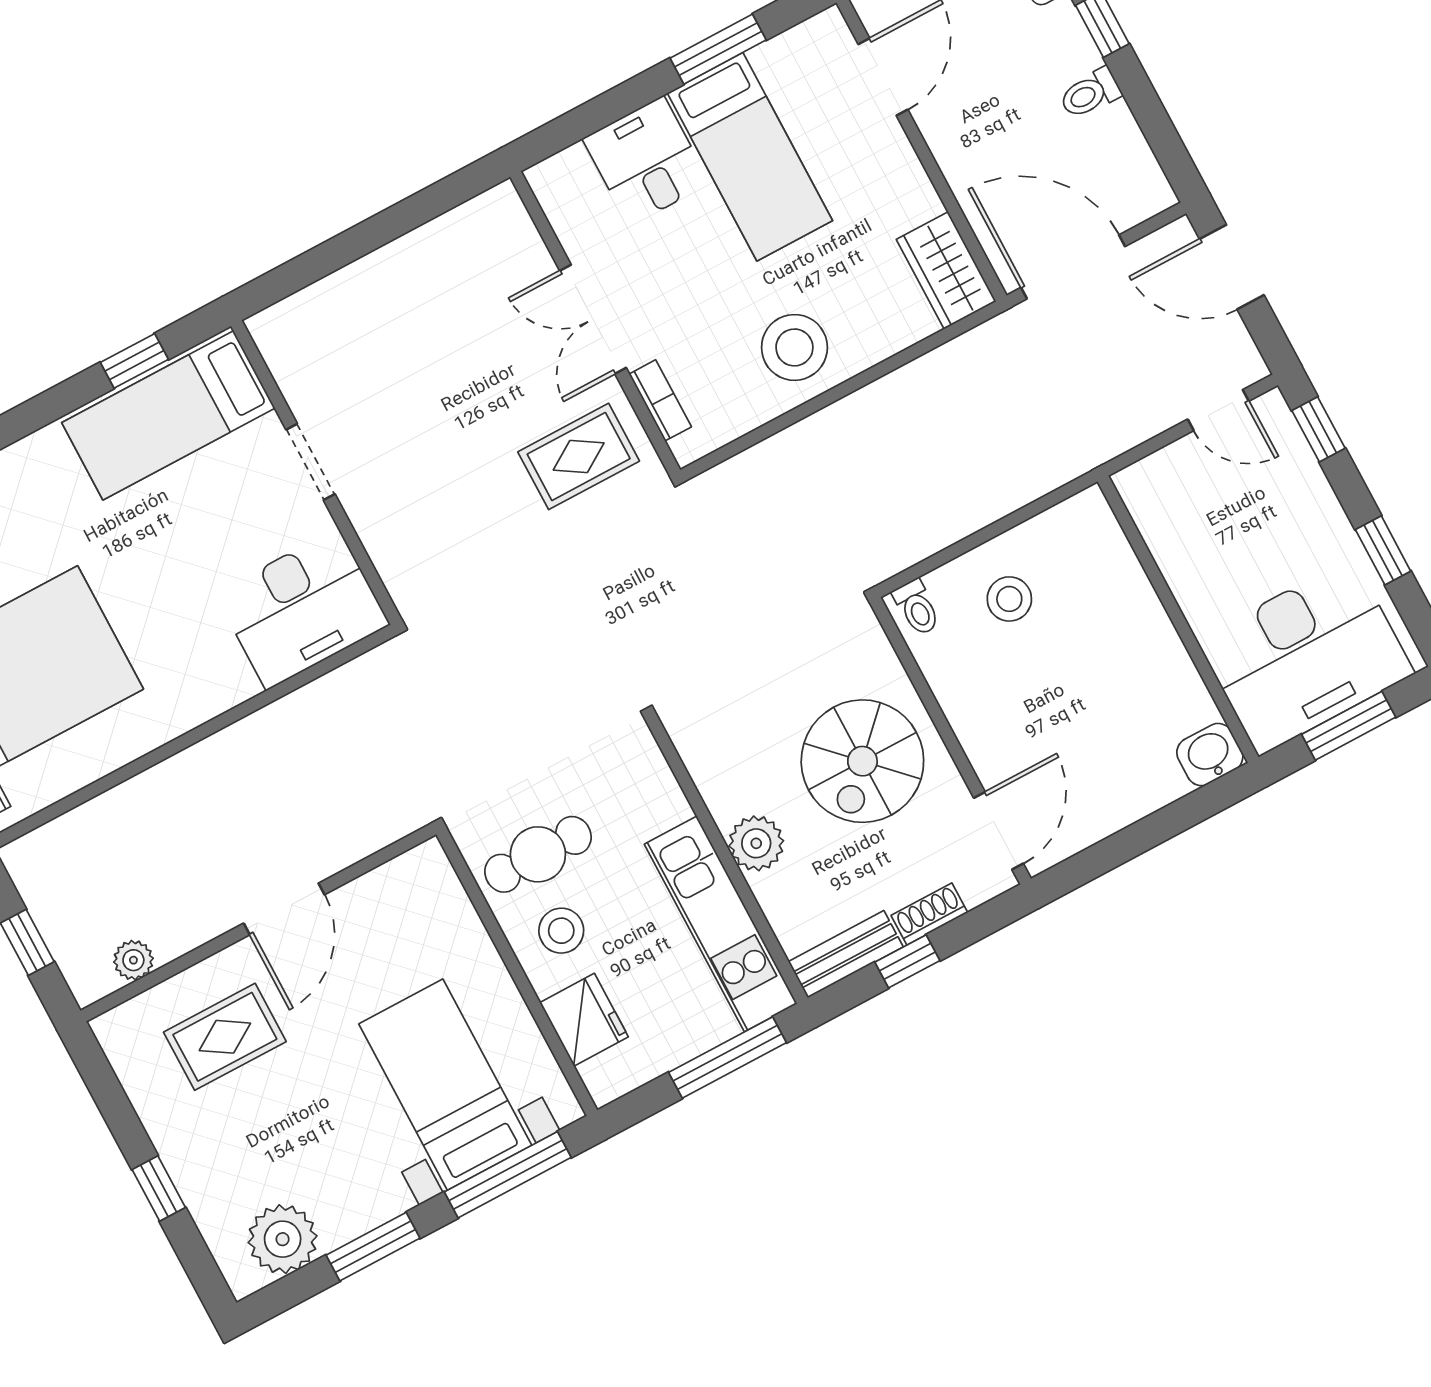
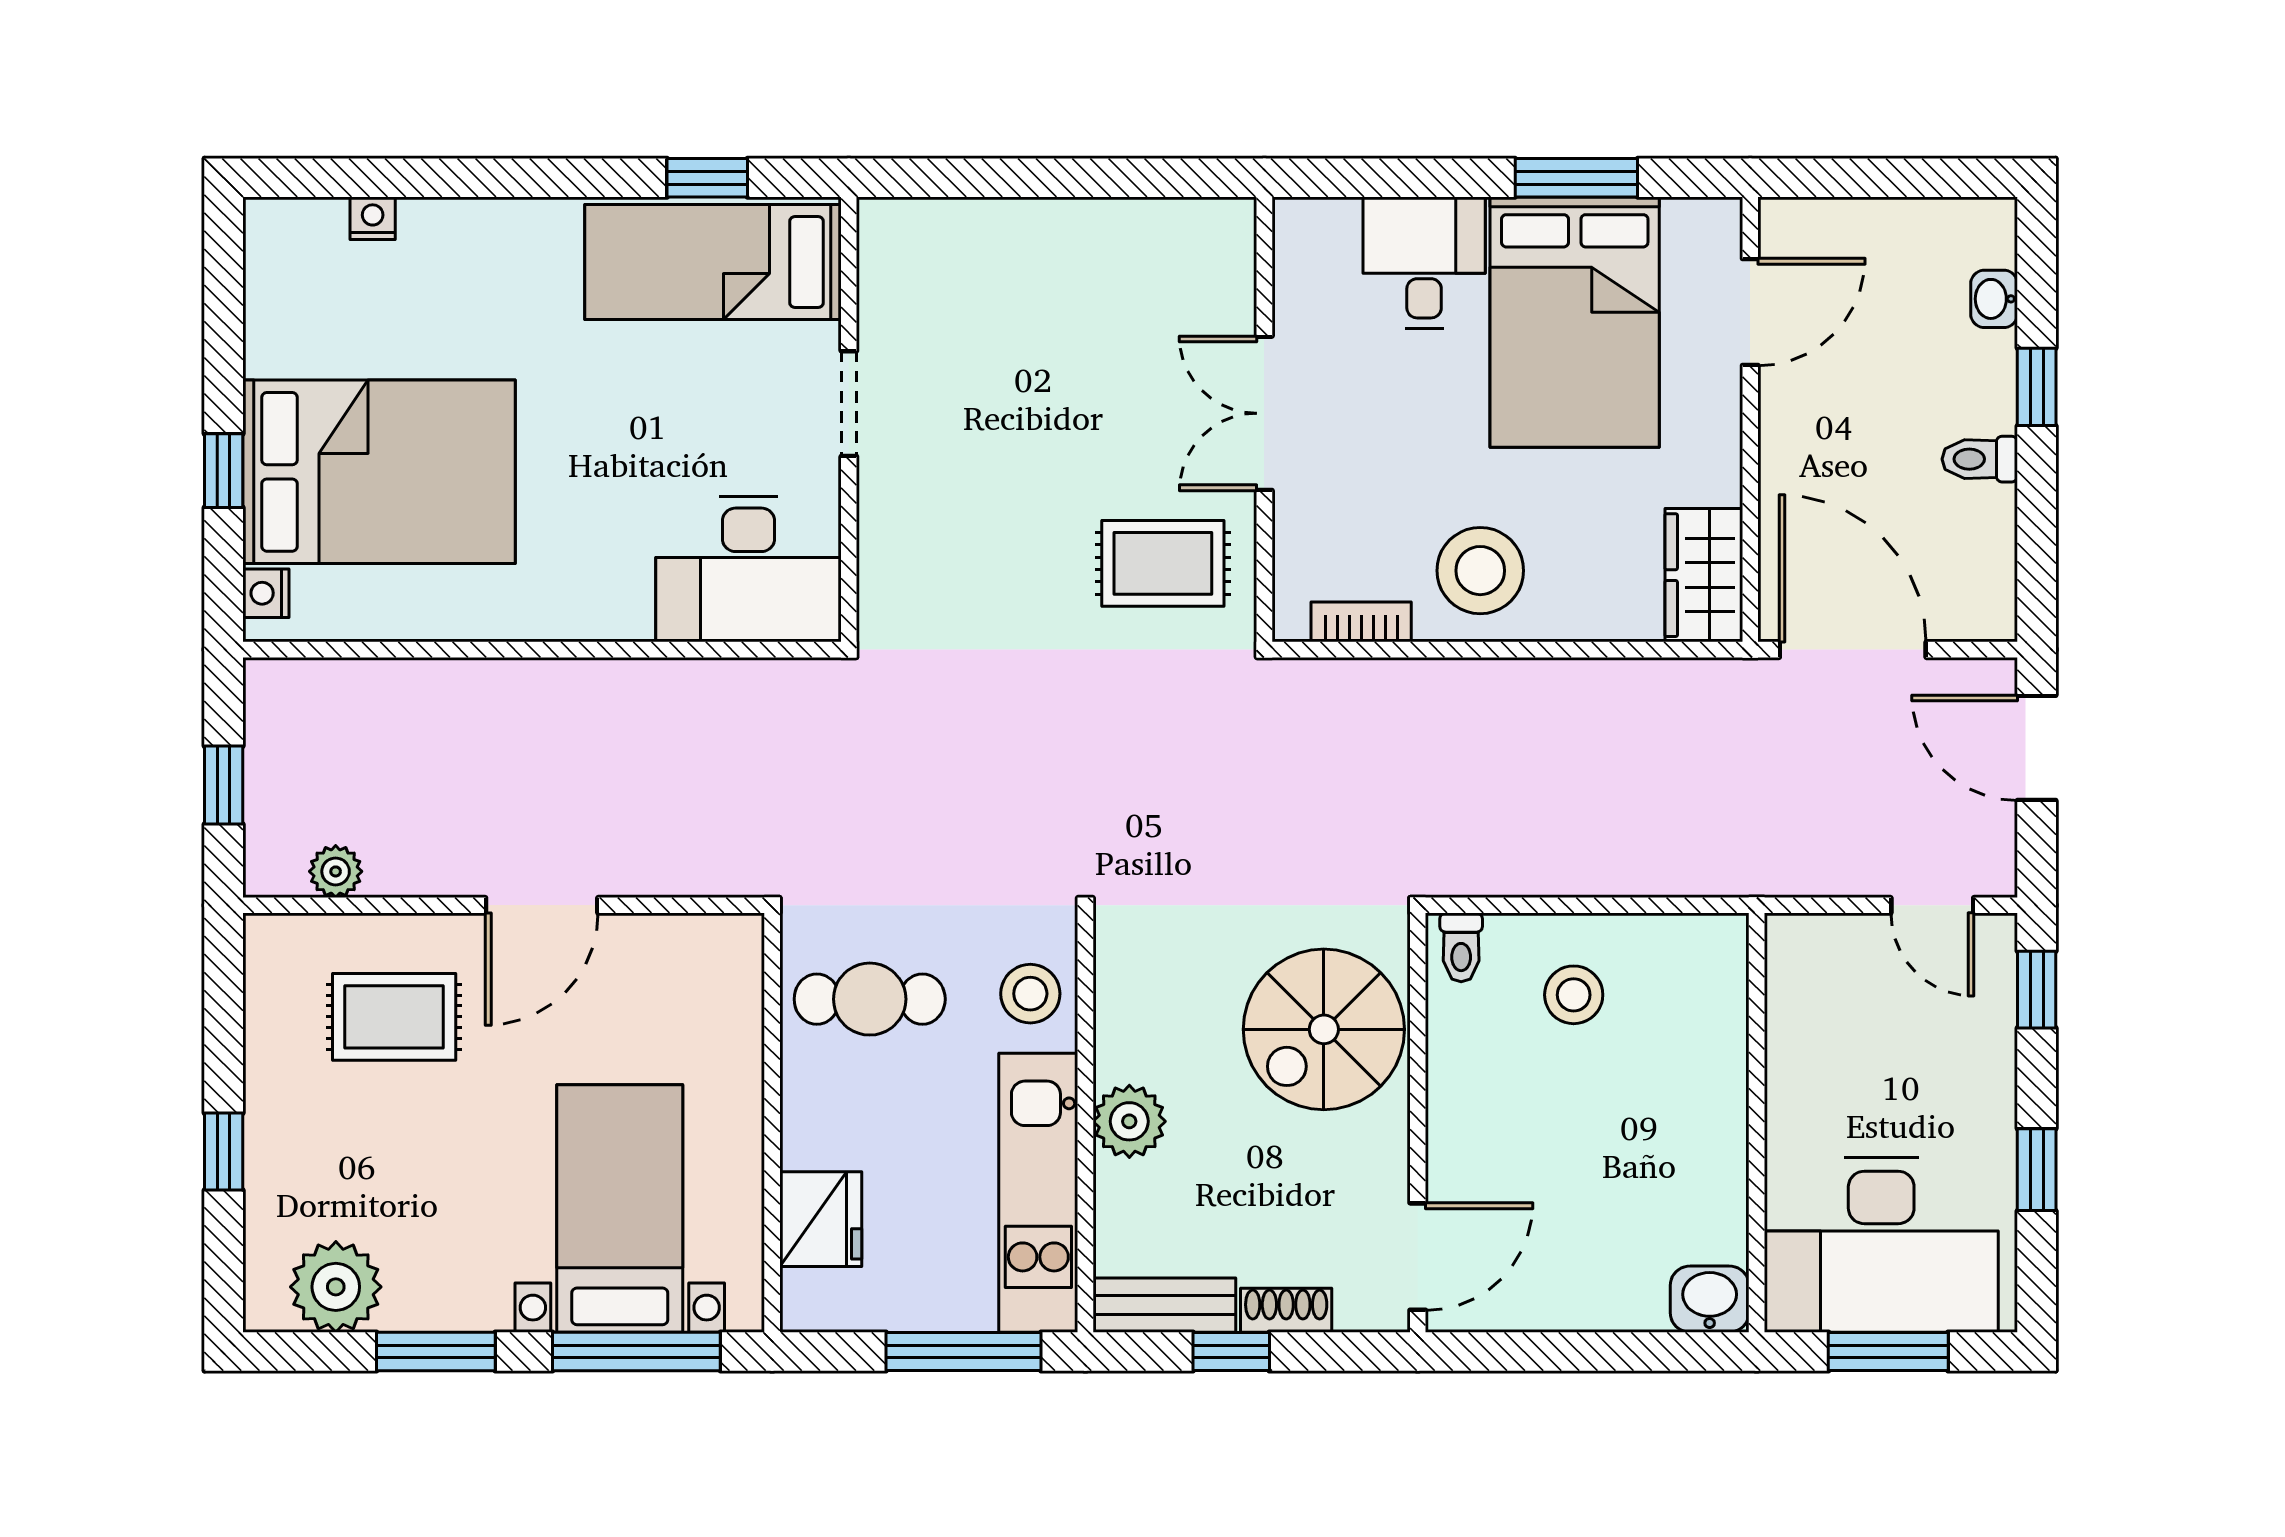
bed: (750, 157) -> (1575, 322), width x1.50
bookcase: (660, 400) -> (1361, 622), moved, turned -90
spiral stairs: (862, 761) -> (1324, 1029), moved
stool: (561, 931) -> (1030, 994), moved

